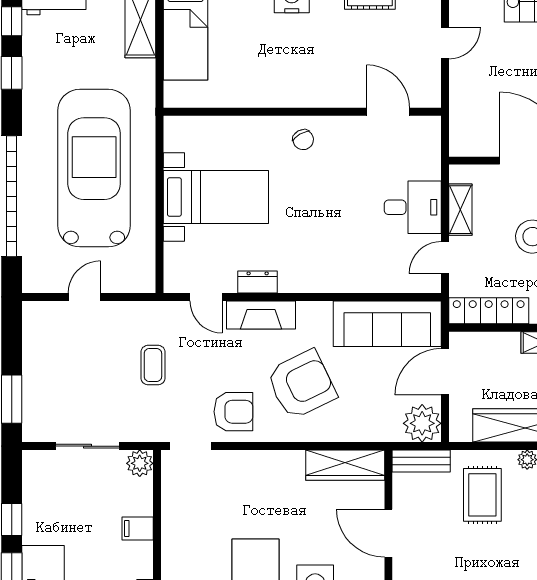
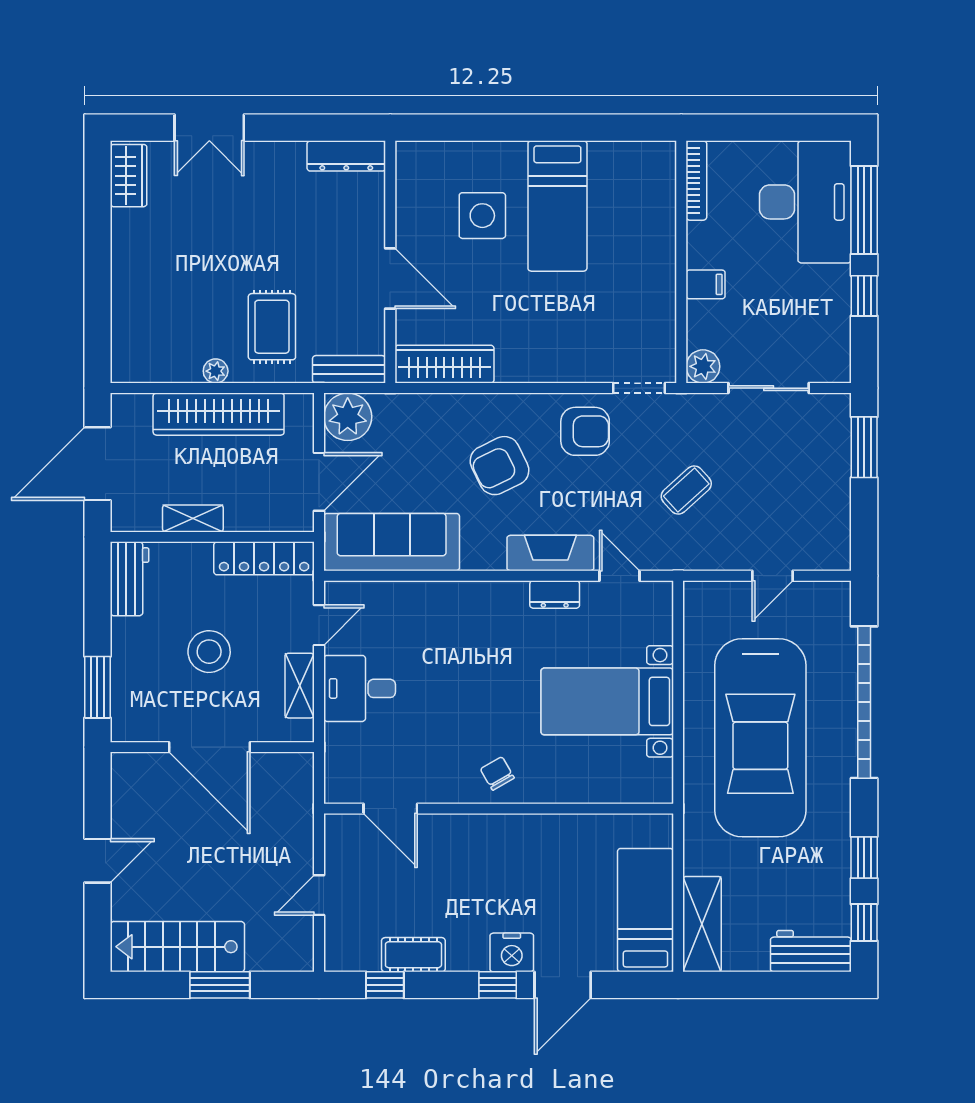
coffee table: (153, 365) -> (686, 490), turned 48
armchair: (301, 384) -> (500, 466), width x0.73, depth x0.73
armchair: (233, 412) -> (585, 431), turned 180

